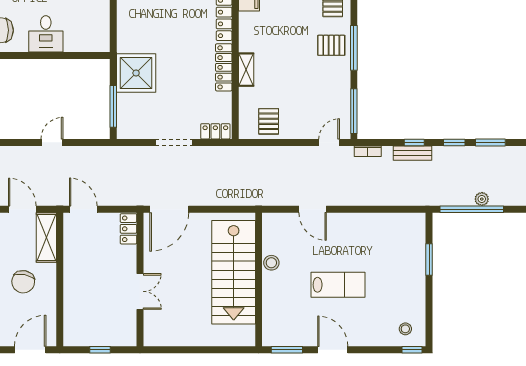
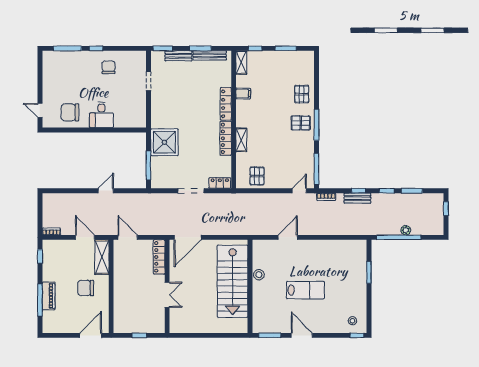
door: (313, 209) -> (288, 237), swing flipped
locker: (128, 229) -> (159, 257), width x1.53
chair: (23, 282) -> (86, 288), turned 79

